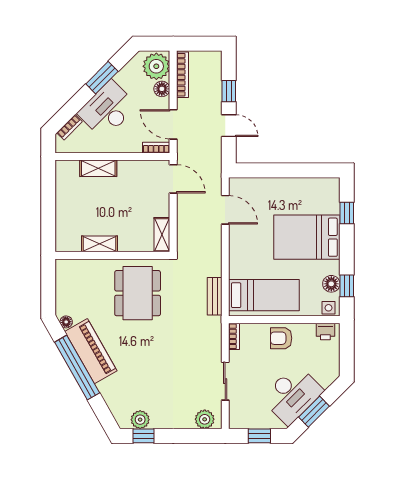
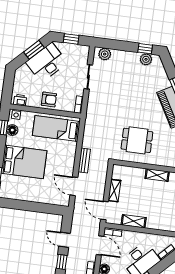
shelving: (98, 168) -> (134, 221), moved
shelving: (162, 235) -> (114, 191), moved
dining table: (138, 293) -> (137, 140), width x0.73
bench: (215, 296) -> (84, 160), moved

